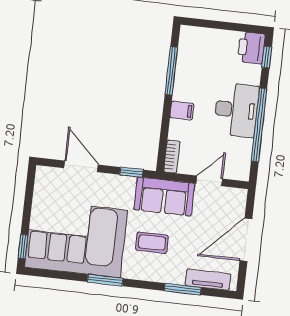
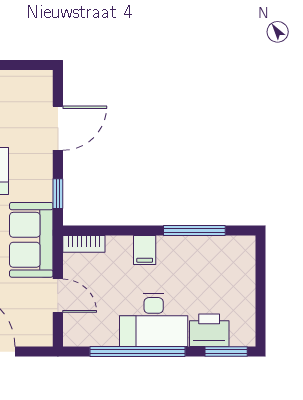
printer: (251, 48) -> (209, 330), moved
window: (267, 57) -> (226, 352), width x1.50

